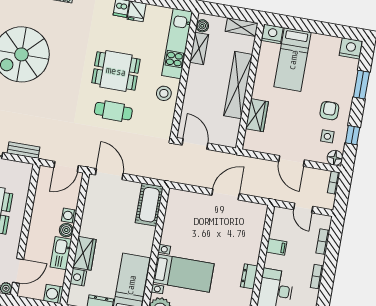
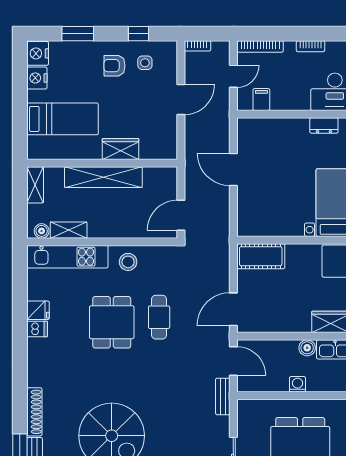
nightstand: (272, 34) -> (37, 78), moved
wardrobe: (257, 115) -> (121, 149), moved
bench: (23, 150) -> (223, 396), moved
floor lamp: (335, 158) -> (168, 50), removed
washing machine: (69, 216) -> (297, 384), moved, turned 180
bookcase: (323, 242) -> (260, 46), width x1.56
filing cabinet: (276, 247) -> (261, 100), moved

